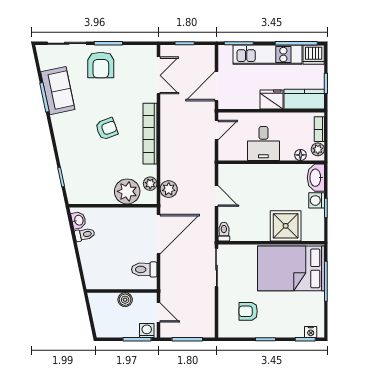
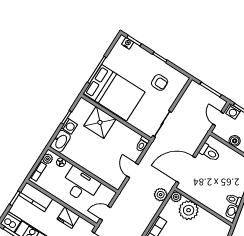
fridge: (271, 99) -> (68, 218), moved
desk: (263, 144) -> (80, 185), width x1.37
plant: (150, 184) -> (176, 197), moved

